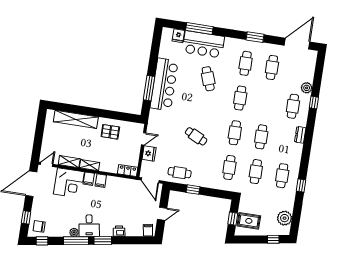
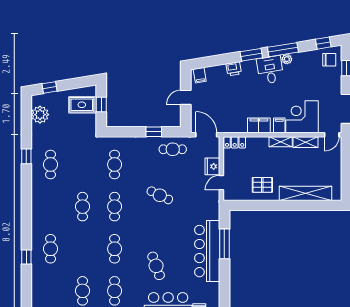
plant: (307, 88) -> (38, 273), removed
dresser: (300, 135) -> (37, 216), removed
cafe table: (256, 172) -> (83, 164), removed
filing cabinet: (101, 181) -> (259, 125), width x2.00

